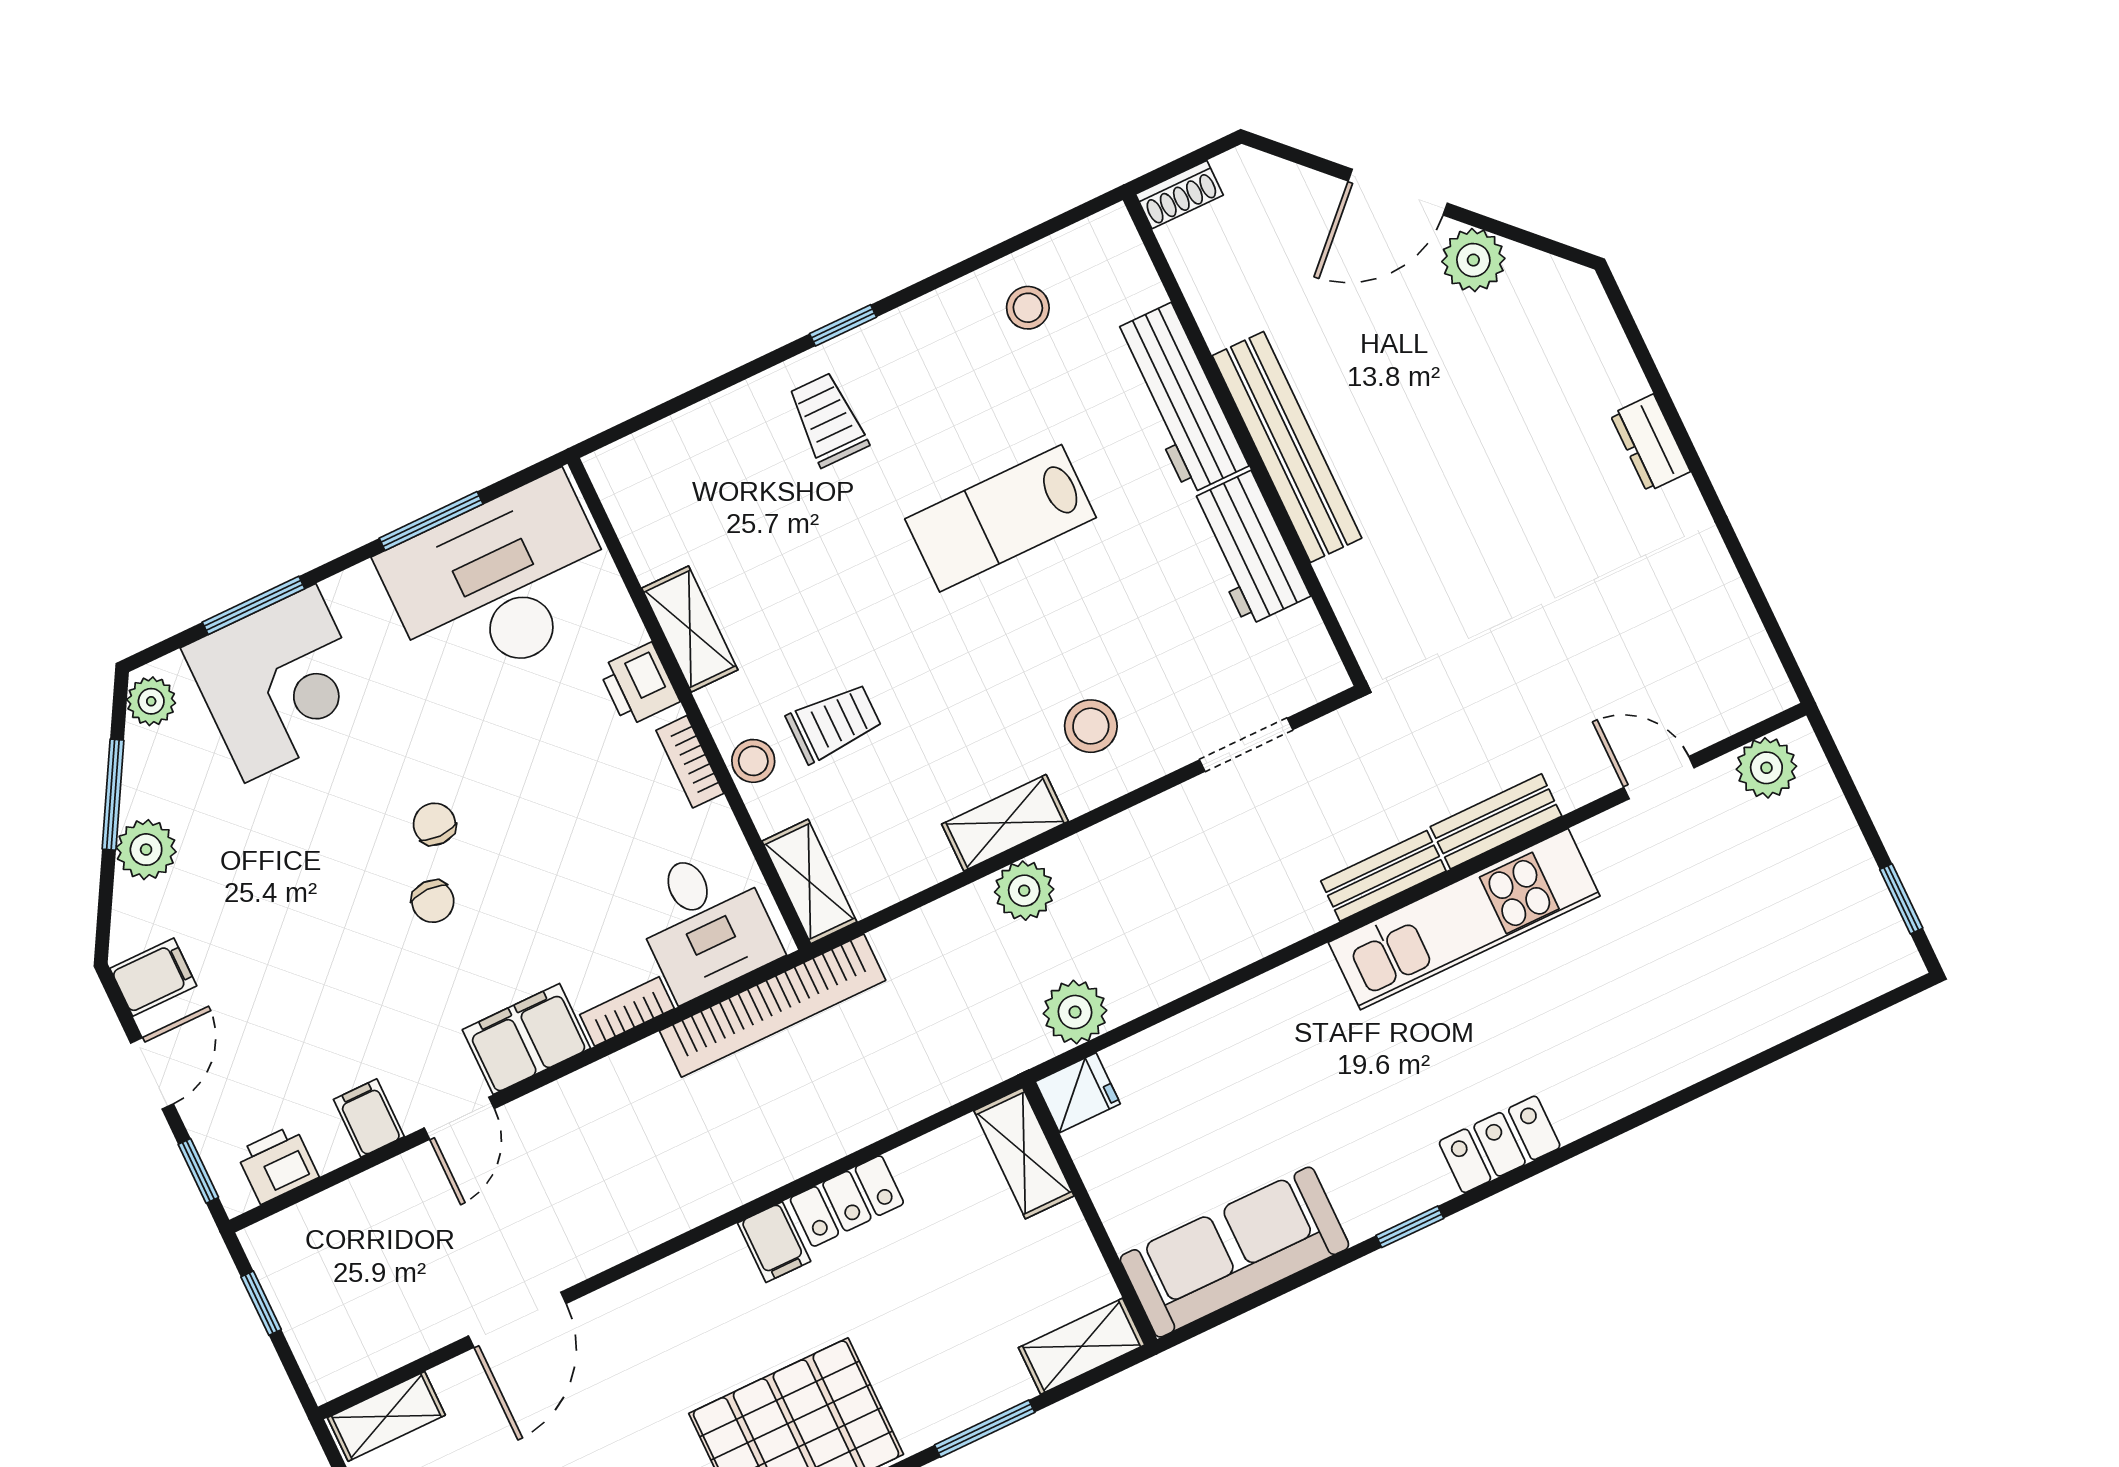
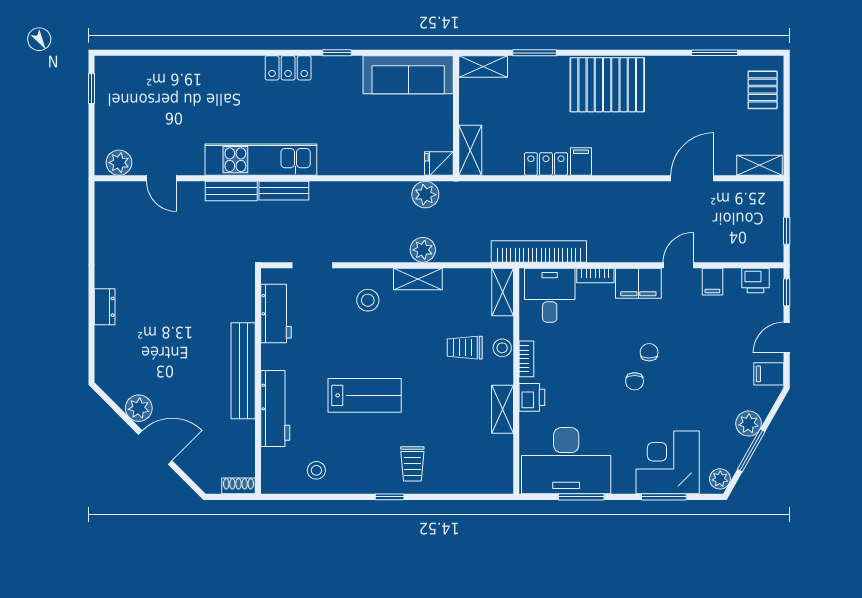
workbench: (1248, 549) -> (276, 314), moved

